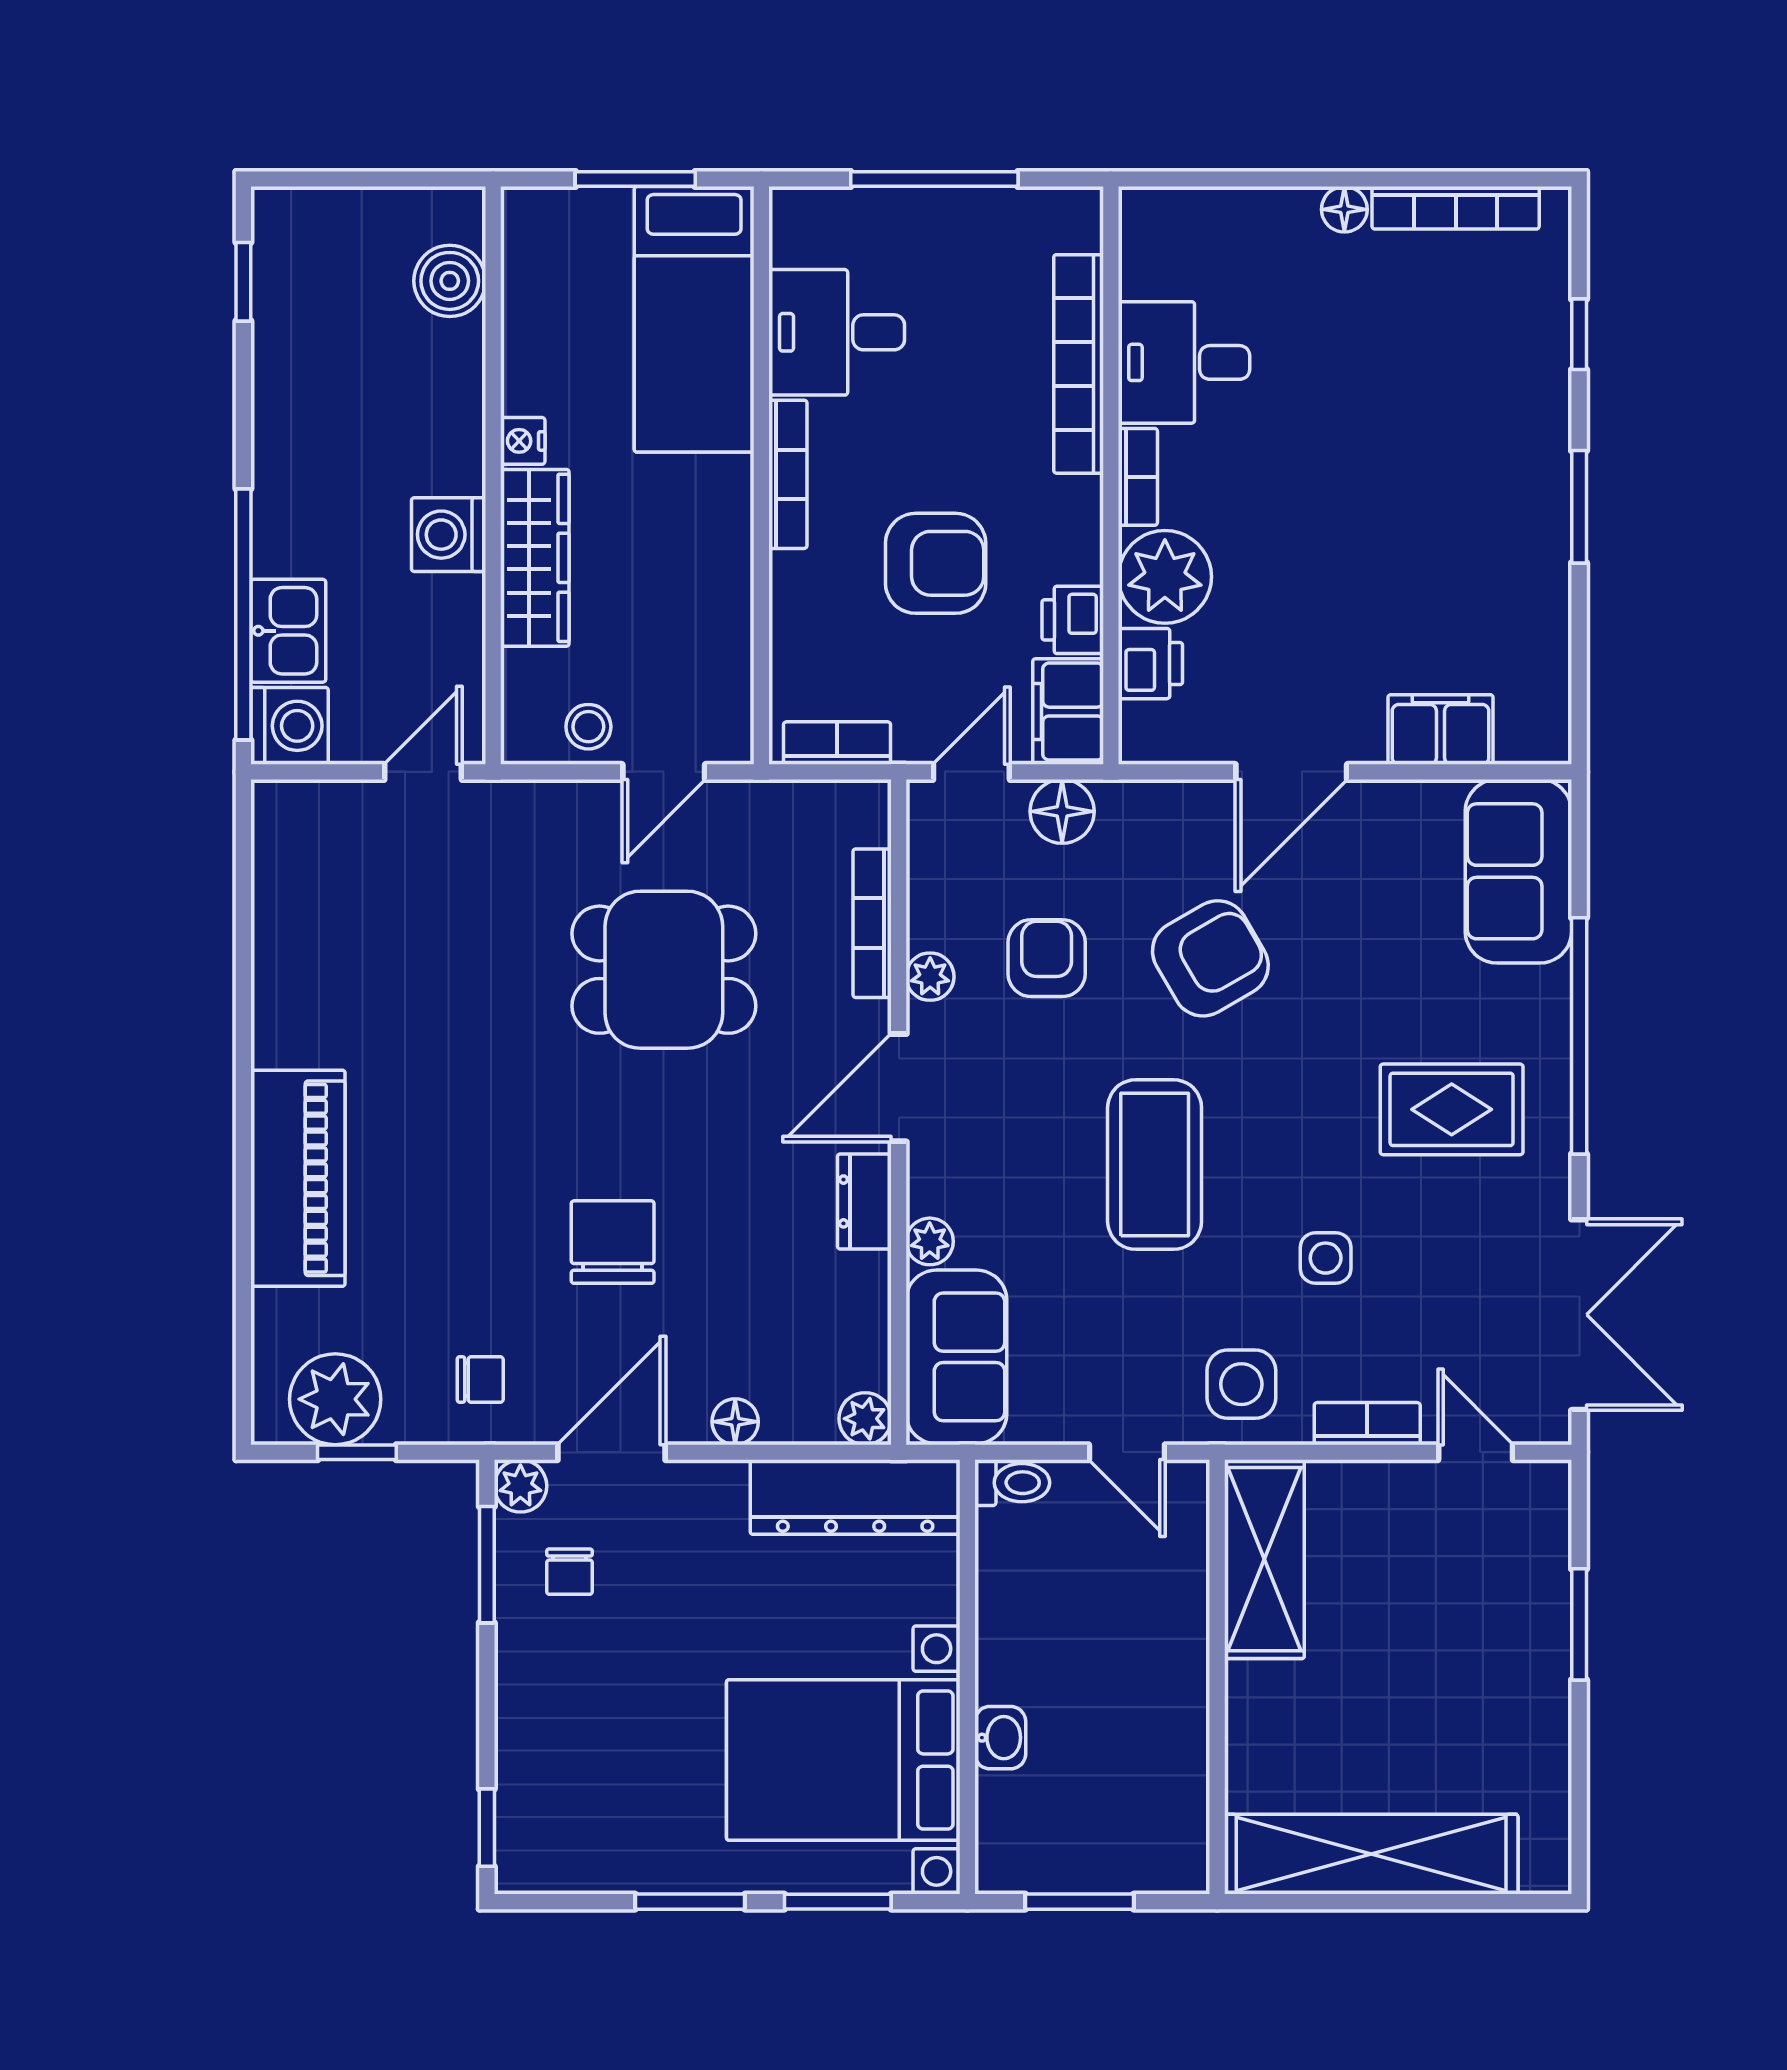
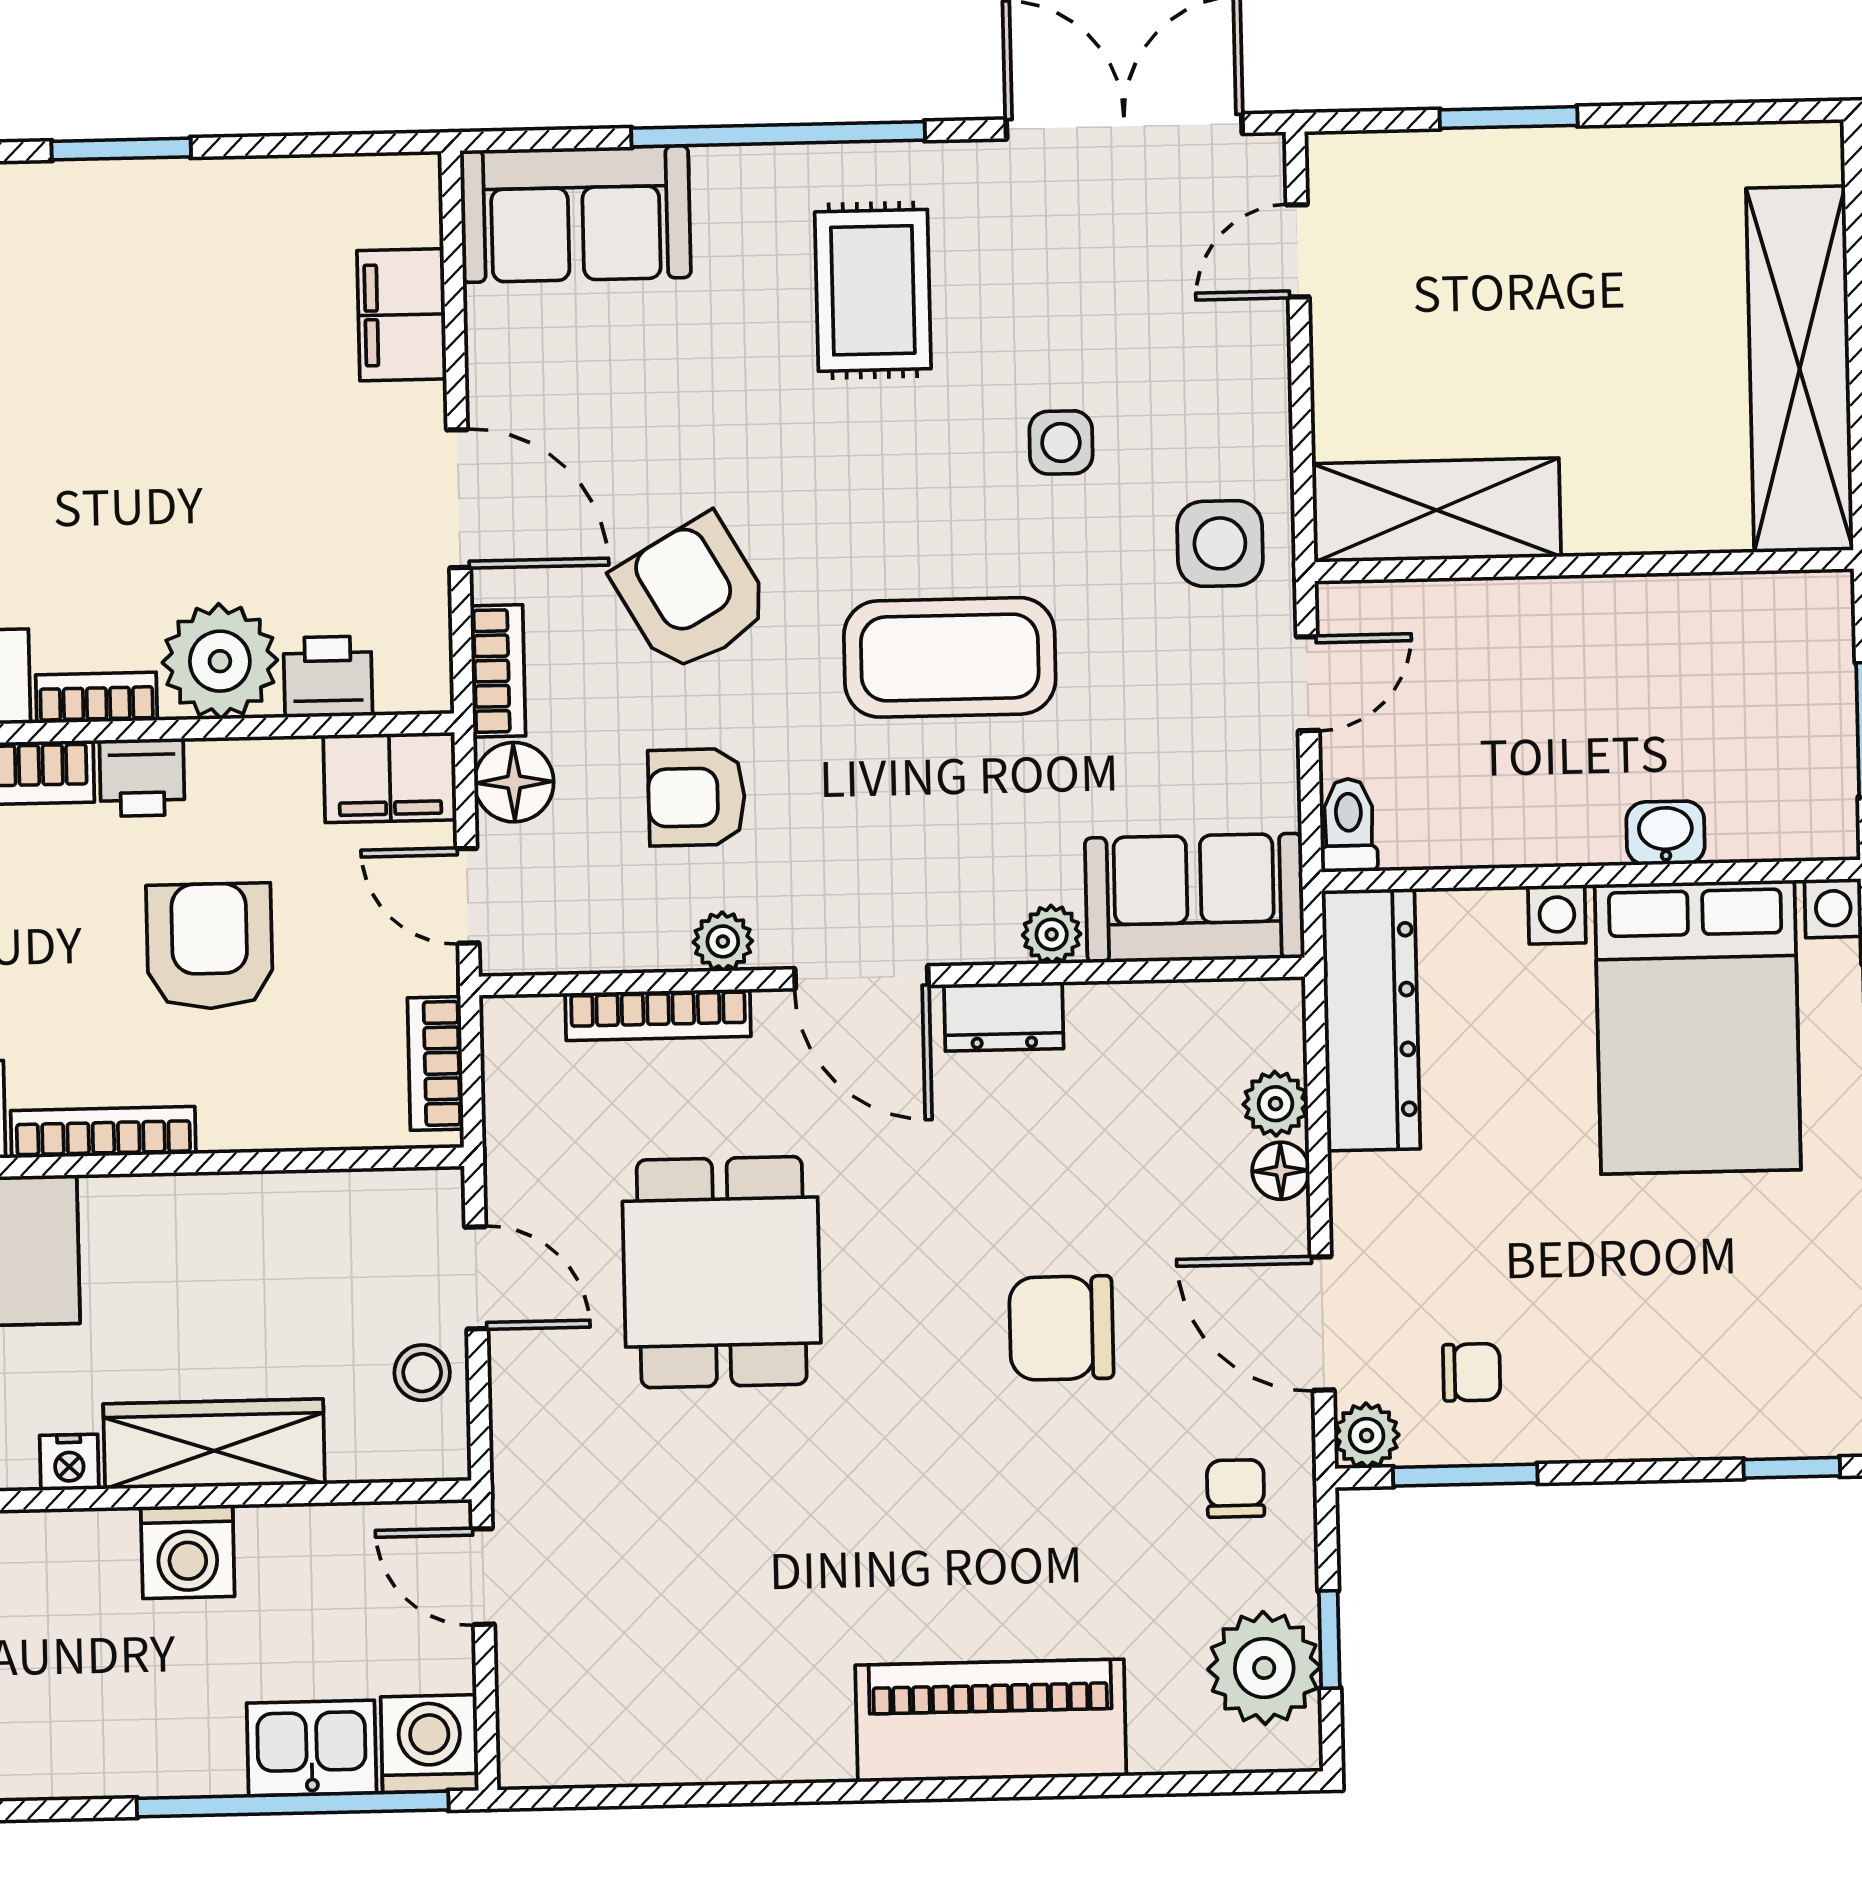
printer: (1073, 620) -> (142, 777), moved
plant: (865, 1419) -> (1275, 1104), moved
bookcase: (1367, 1424) -> (498, 671), moved, turned 180

